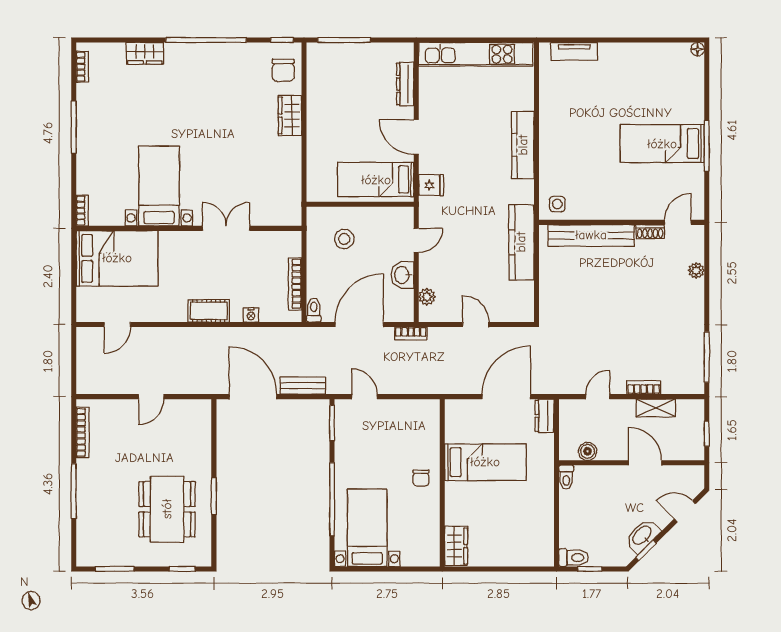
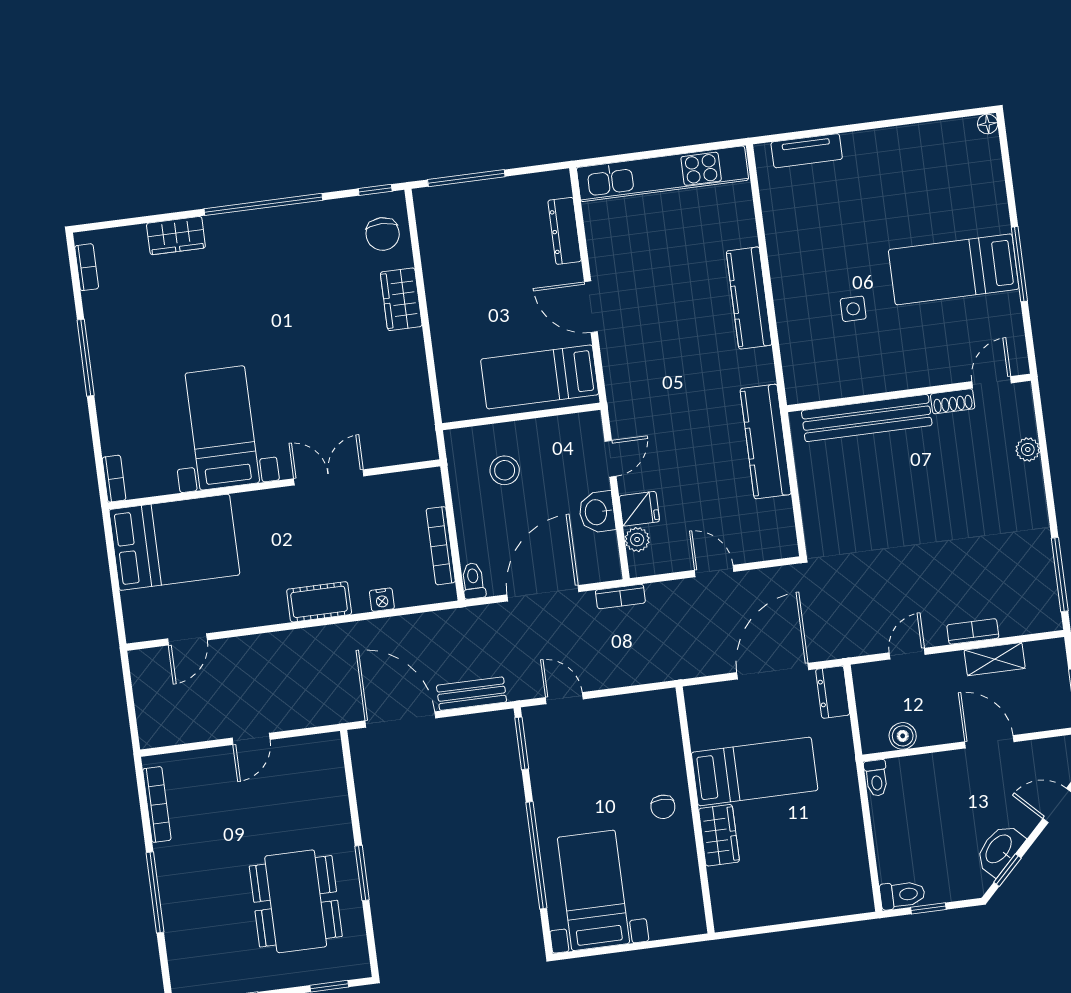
fridge: (431, 185) -> (639, 509), moved
side table: (557, 204) -> (853, 309), moved
wardrobe: (456, 546) -> (719, 835), moved

